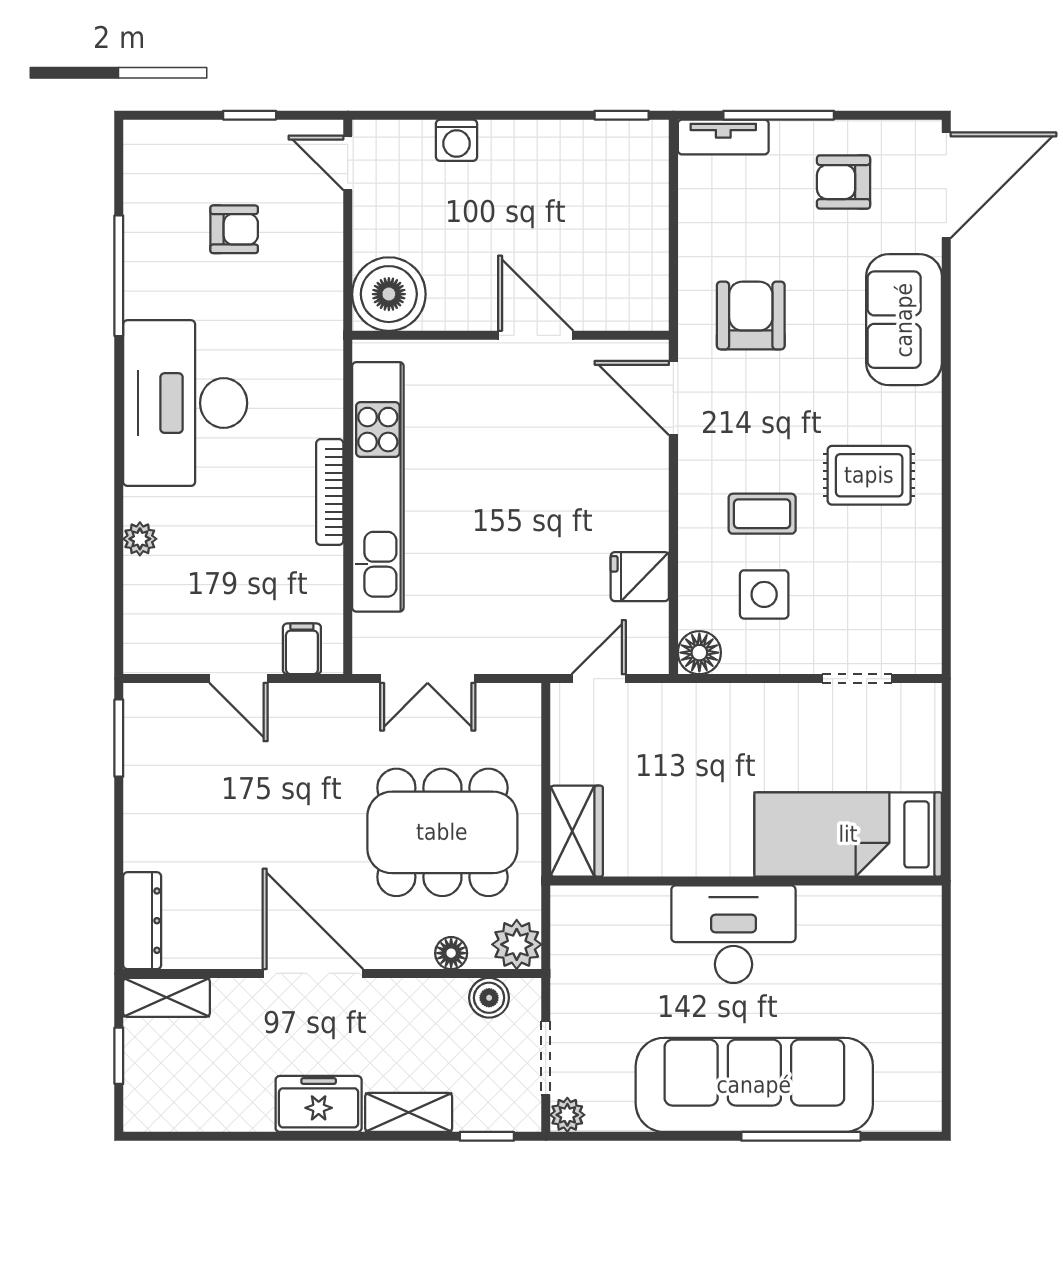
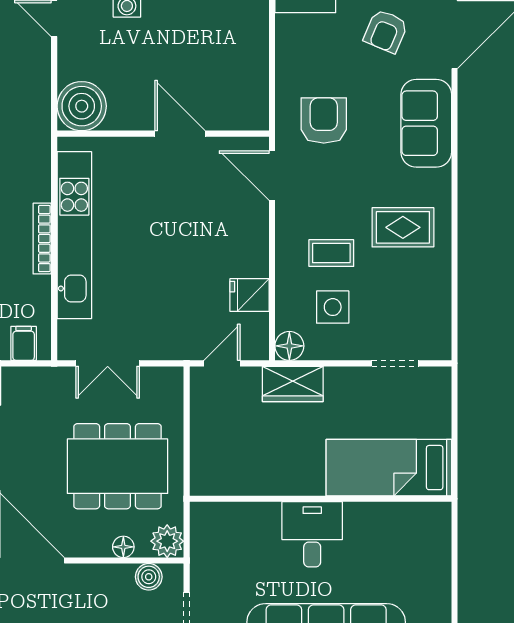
armchair: (844, 182) -> (386, 31), turned -67
wardrobe: (577, 831) -> (293, 384), moved, turned 90
desk: (733, 934) -> (312, 534), width x0.73

